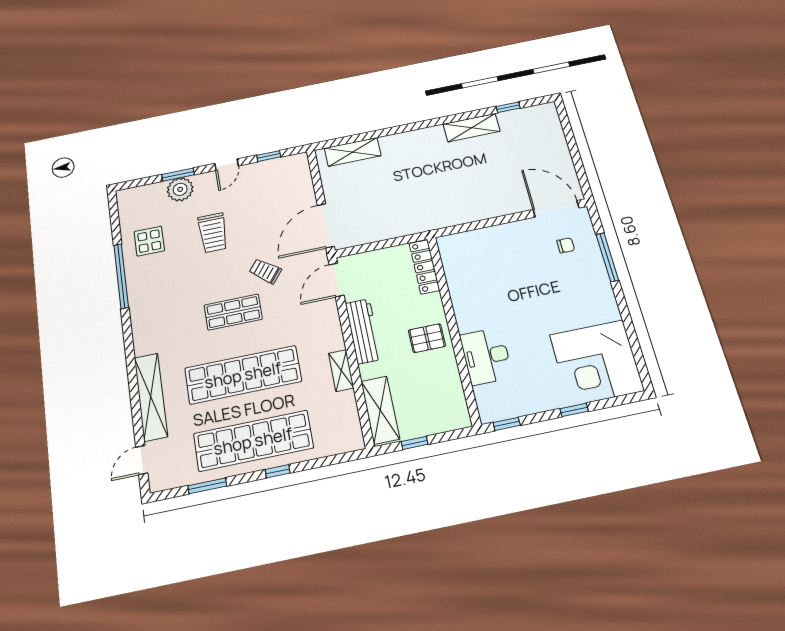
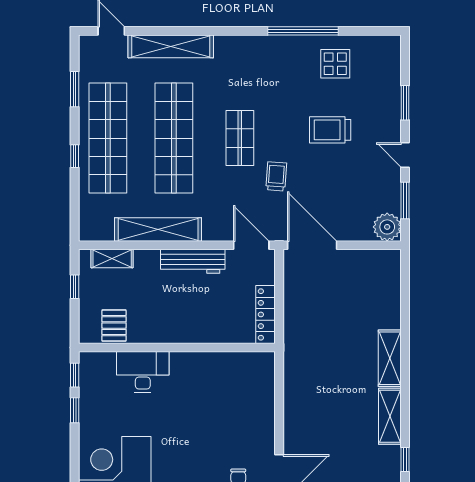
shelving: (353, 152) -> (390, 358), moved
window: (269, 156) -> (405, 200), width x1.50
plant: (180, 189) -> (387, 227), moved
locker: (424, 267) -> (266, 314), moved, turned -90
trolley: (265, 271) -> (276, 176), turned -34
pallet: (427, 338) -> (114, 326), moved
shelving: (341, 371) -> (158, 229), width x2.20, depth x1.33
shelving: (380, 410) -> (112, 259), width x0.67, depth x0.75
window: (574, 410) -> (75, 410), moved

